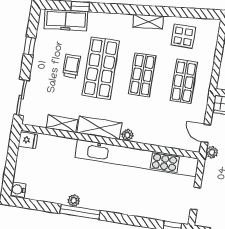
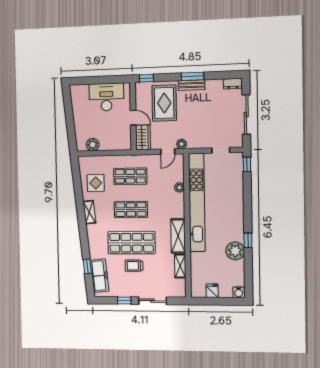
sliding door: (21, 97) -> (153, 301), moved
plant: (127, 135) -> (179, 187), moved
fridge: (28, 140) -> (212, 291), moved
plant: (74, 200) -> (235, 251), width x1.87, depth x1.87
window: (80, 212) -> (248, 240), width x0.46

